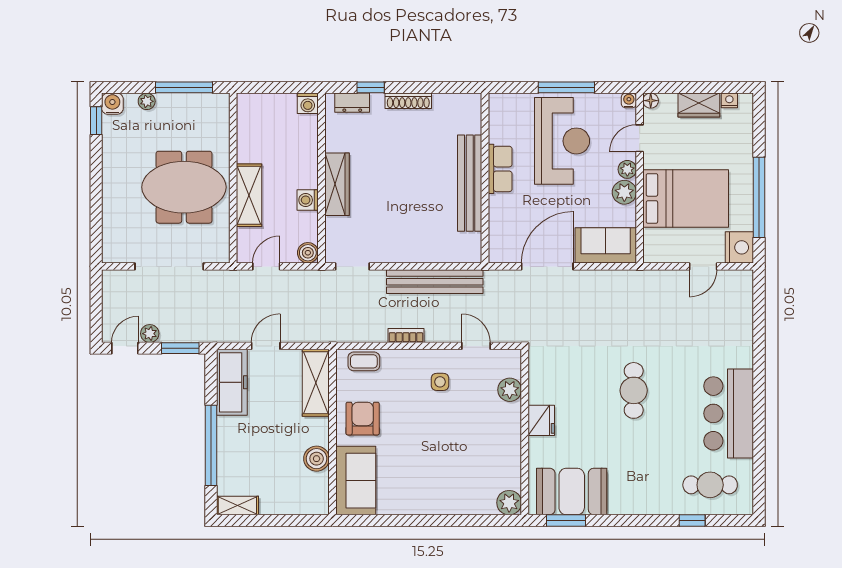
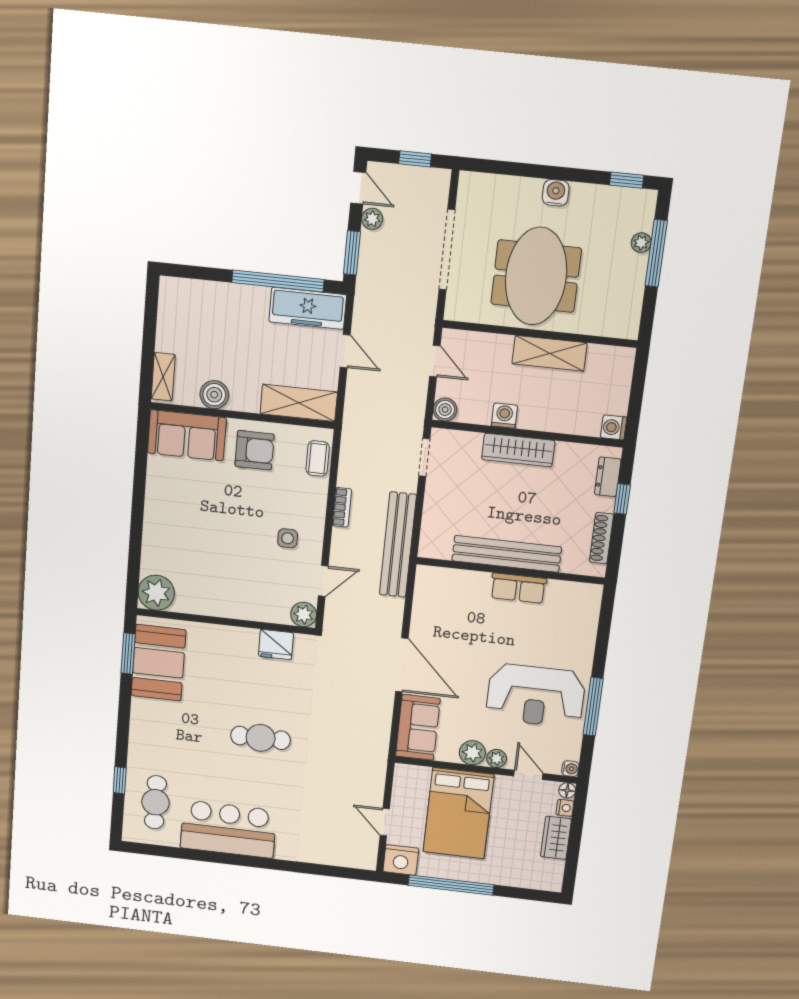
window: (184, 87) -> (656, 253), moved
nightstand: (729, 100) -> (565, 808), moved
water cooler: (112, 104) -> (556, 193), moved, turned -90
row of seats: (500, 169) -> (518, 588), moved
wall: (485, 178) -> (510, 571), moved
bench: (470, 183) -> (507, 554), moved
shelving: (249, 195) -> (549, 353), moved
window: (96, 302) -> (415, 159), added
plant: (510, 390) -> (304, 614), moved
fridge: (541, 420) -> (276, 645), moved
window: (211, 445) -> (278, 281), moved
plant: (509, 503) -> (156, 593), width x1.36, depth x1.36
shelving: (237, 506) -> (163, 377), moved

